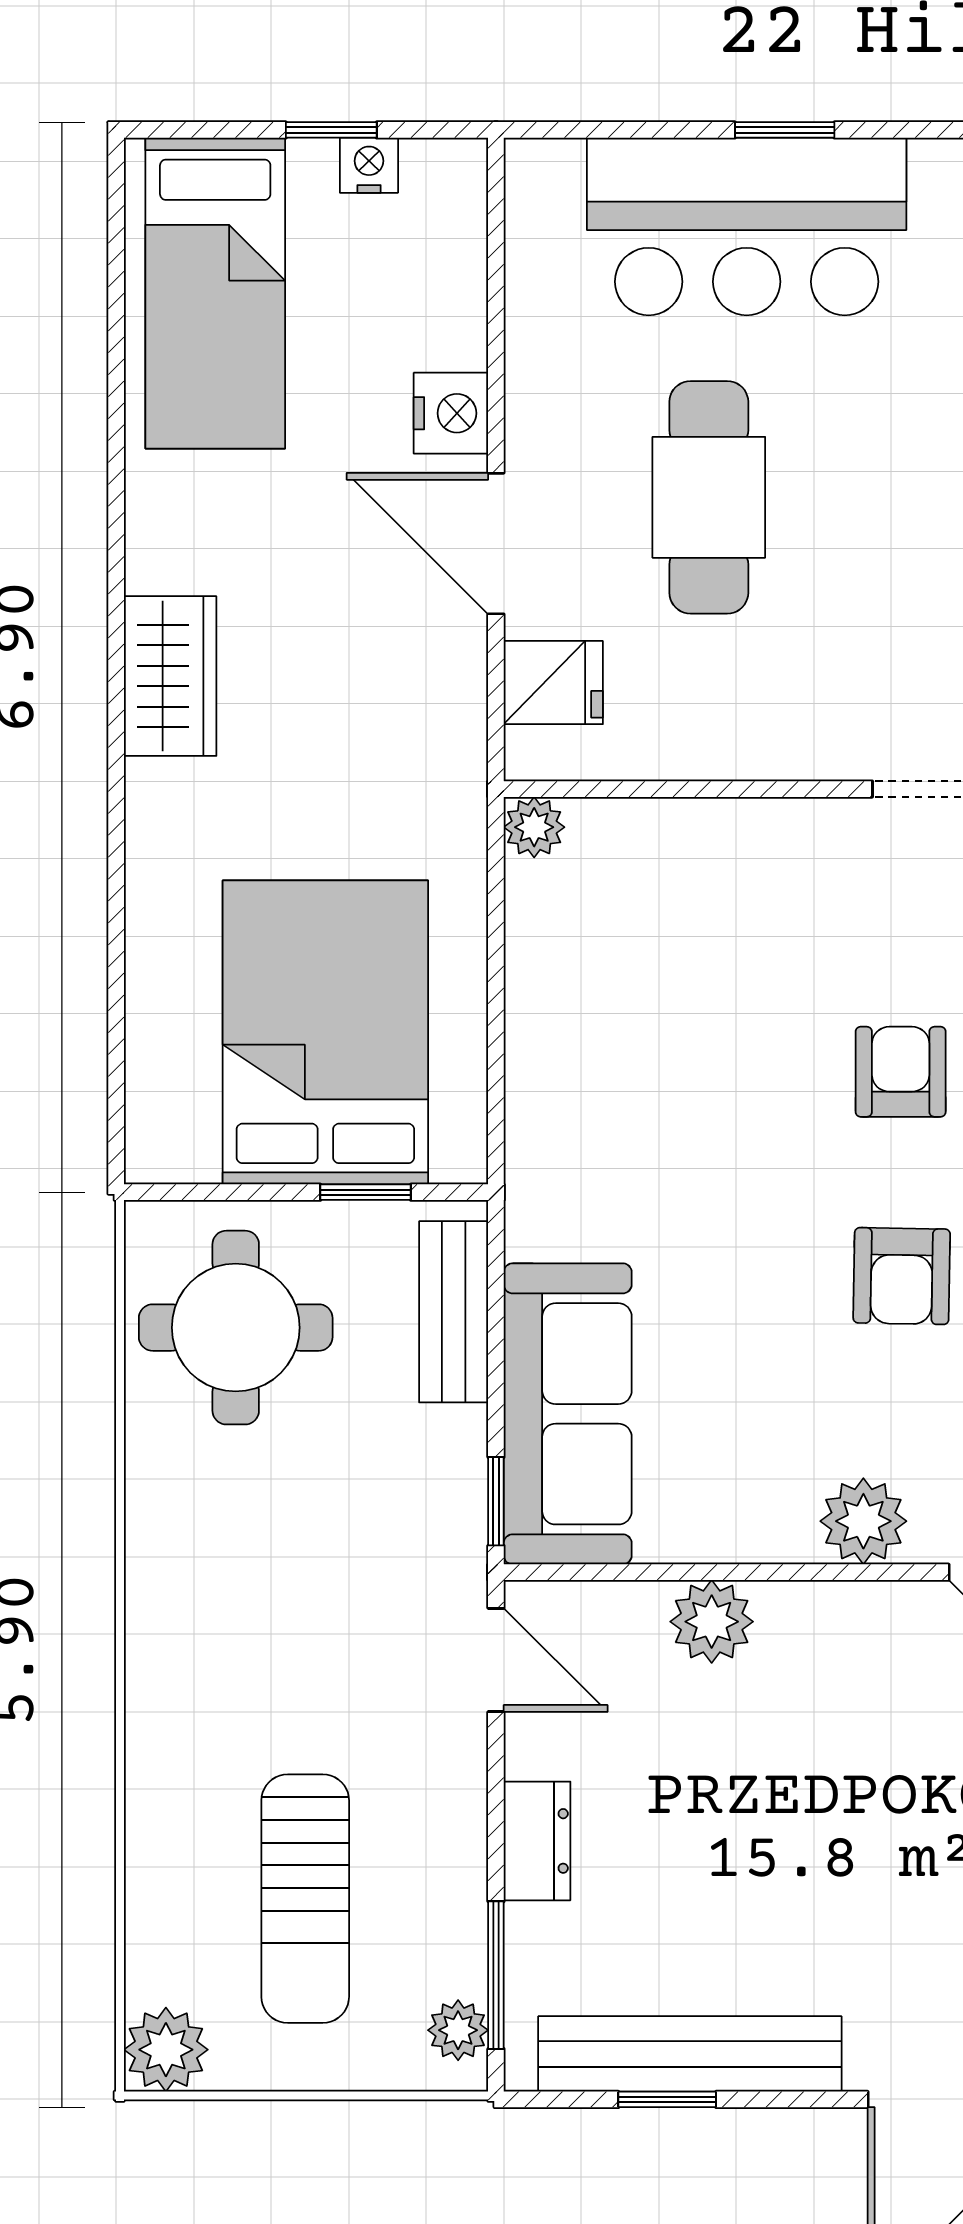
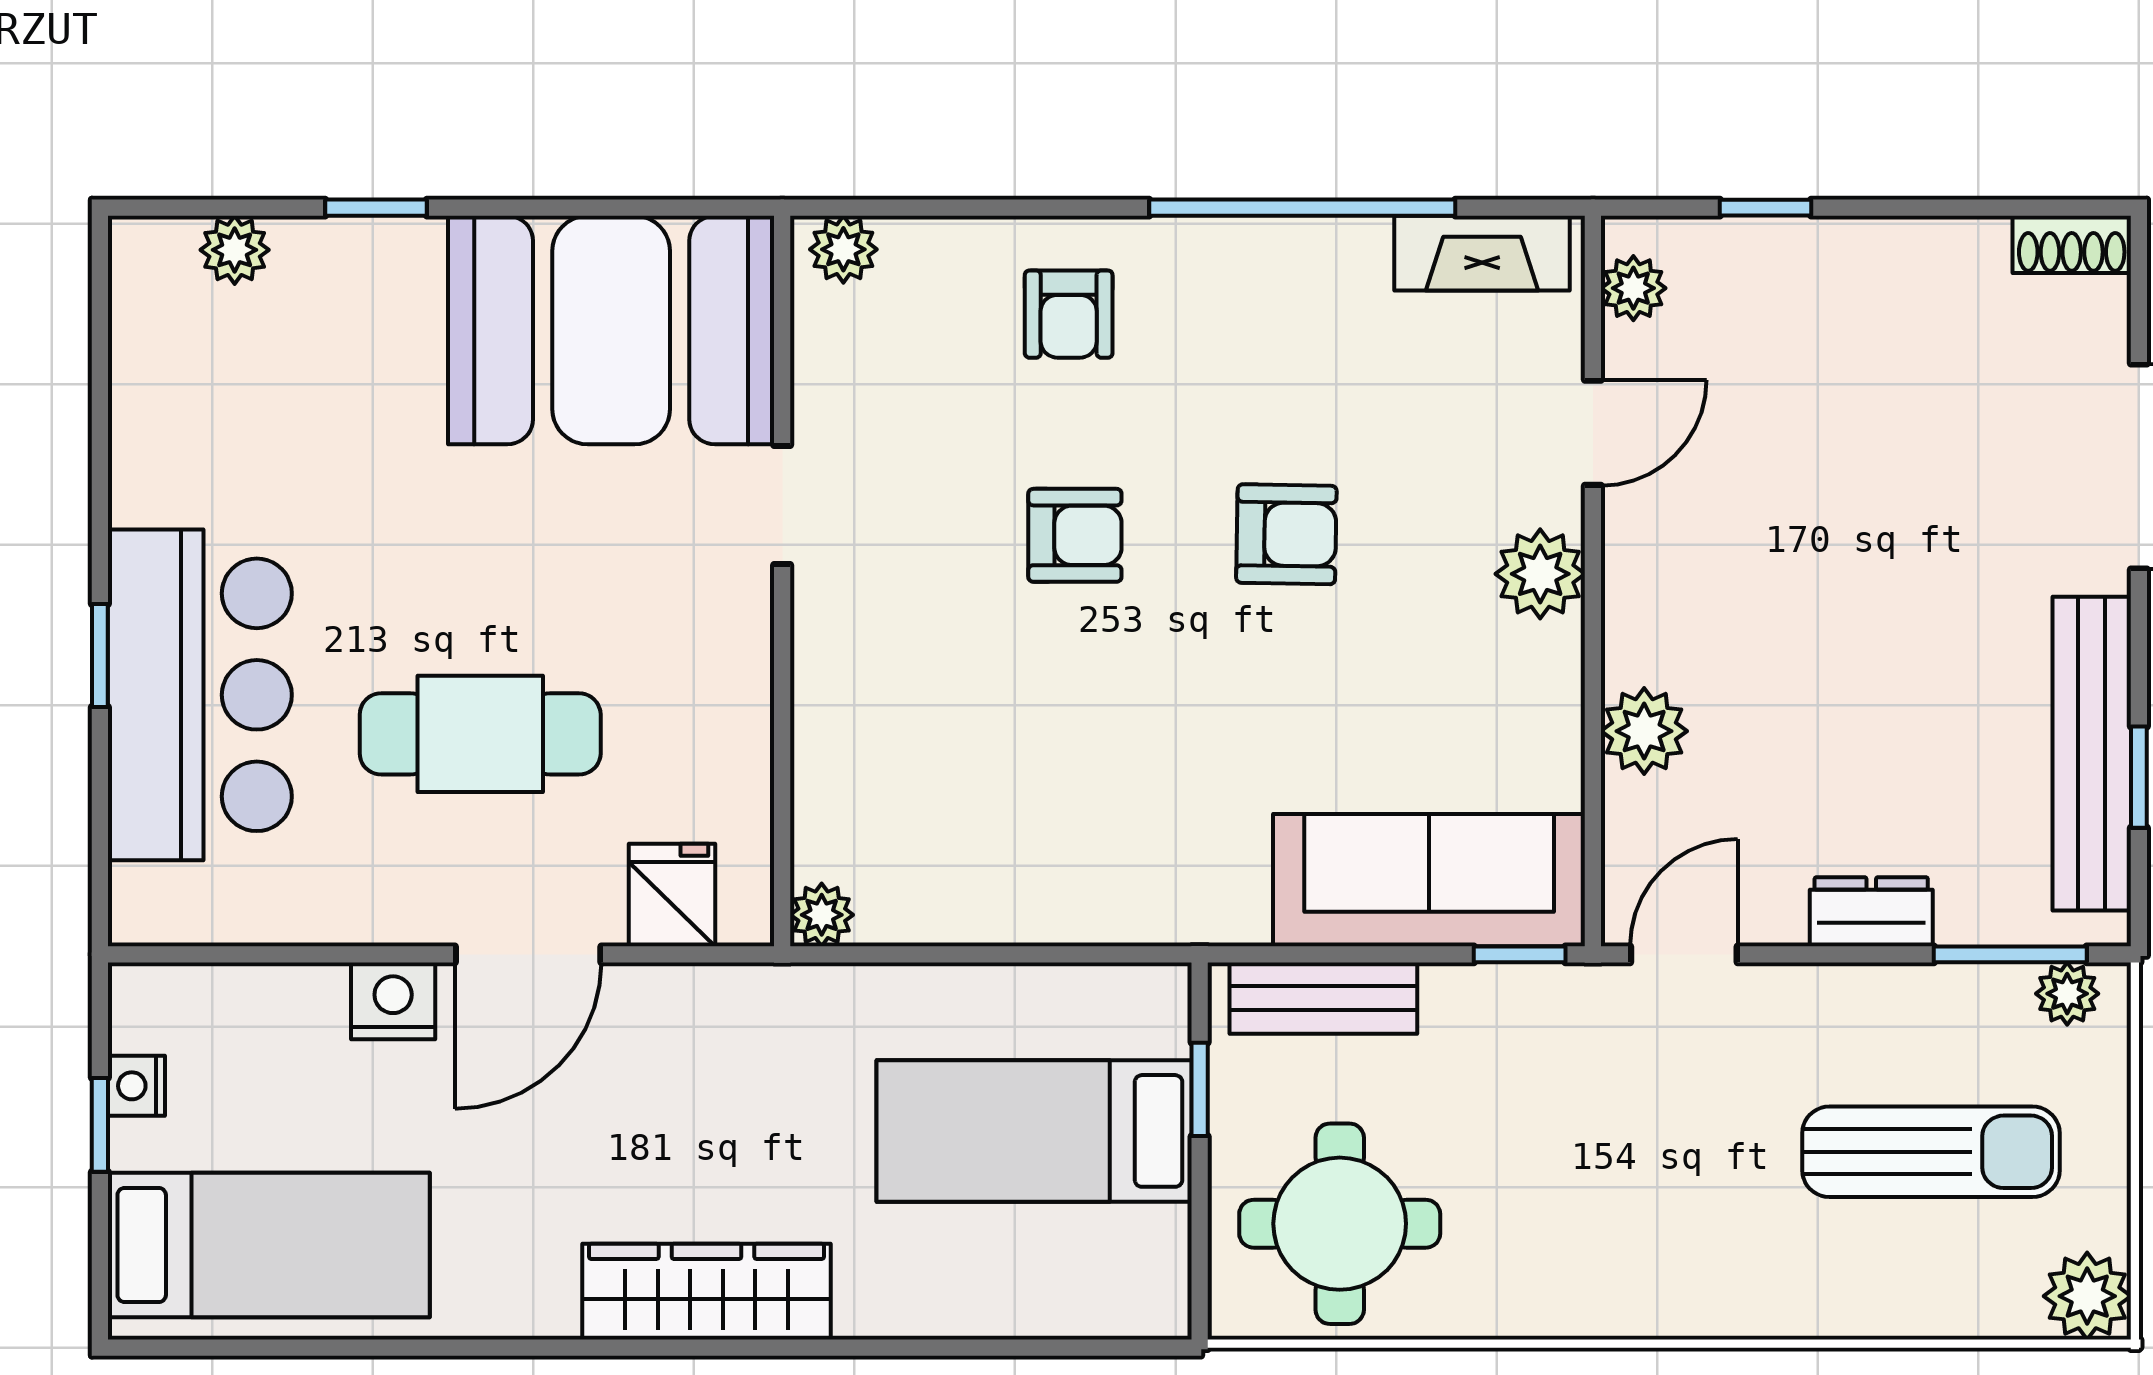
wardrobe: (170, 676) -> (707, 1292), width x1.50
bed: (325, 1032) -> (1034, 1131), width x0.67
armchair: (901, 1072) -> (1075, 535), turned 180

